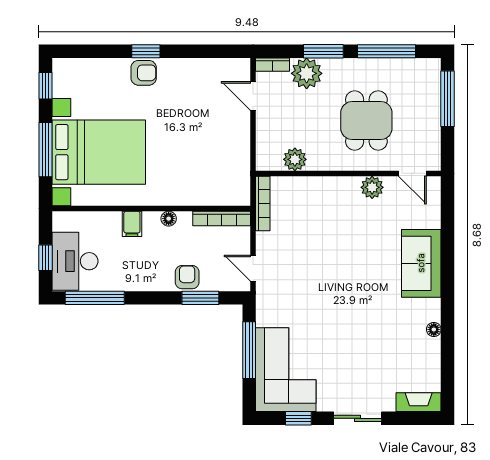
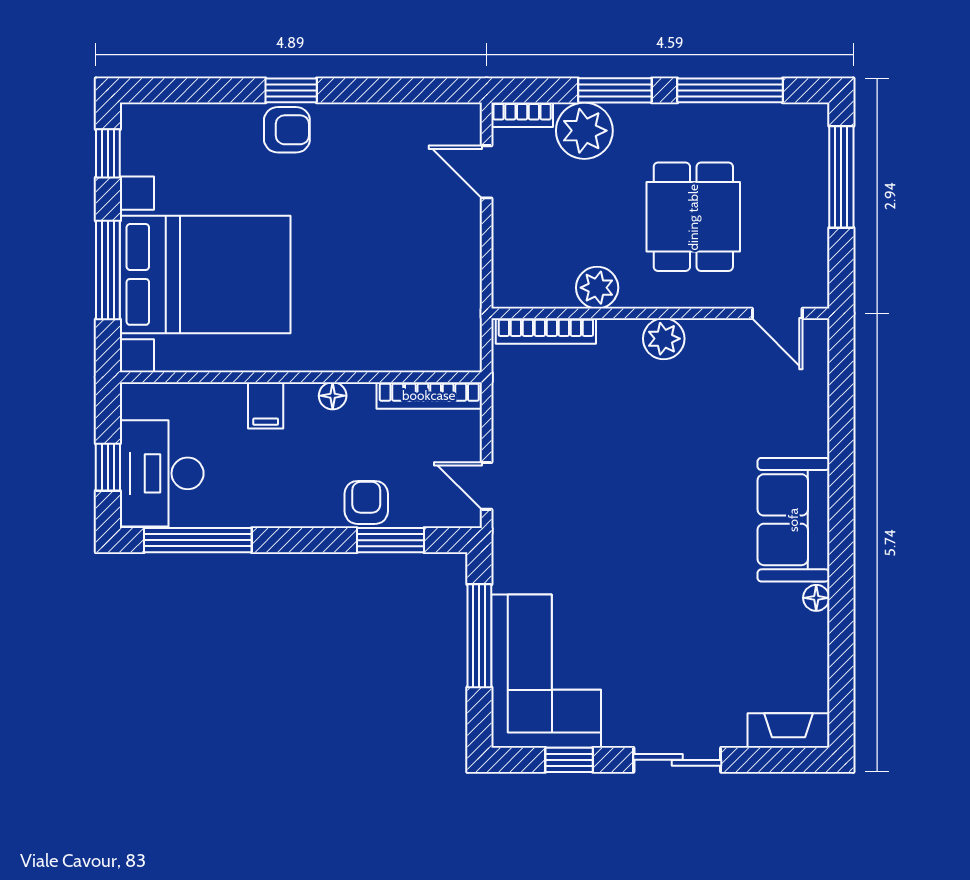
plant: (295, 159) -> (597, 288), moved
plant: (372, 187) -> (664, 339), moved
bookcase: (263, 204) -> (546, 331), moved, turned 90
sofa: (421, 263) -> (793, 520), moved

